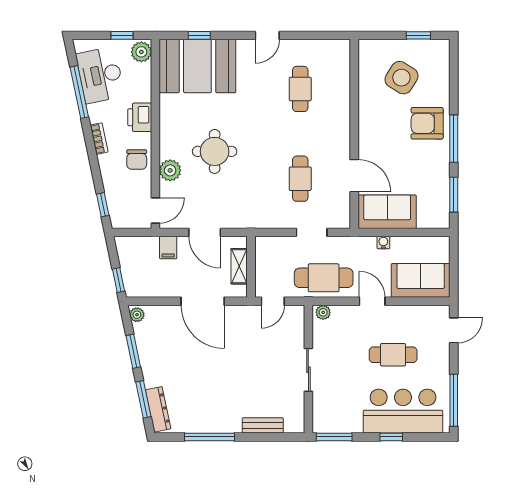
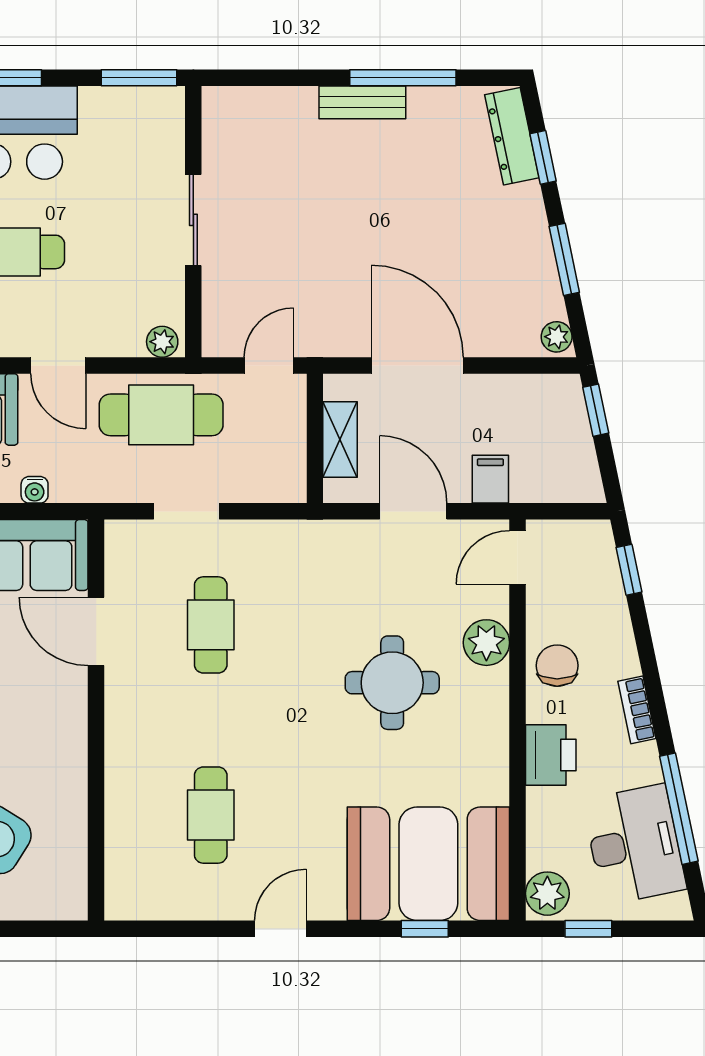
window: (143, 399) -> (543, 157), width x0.67
bench: (263, 425) -> (362, 102), moved

